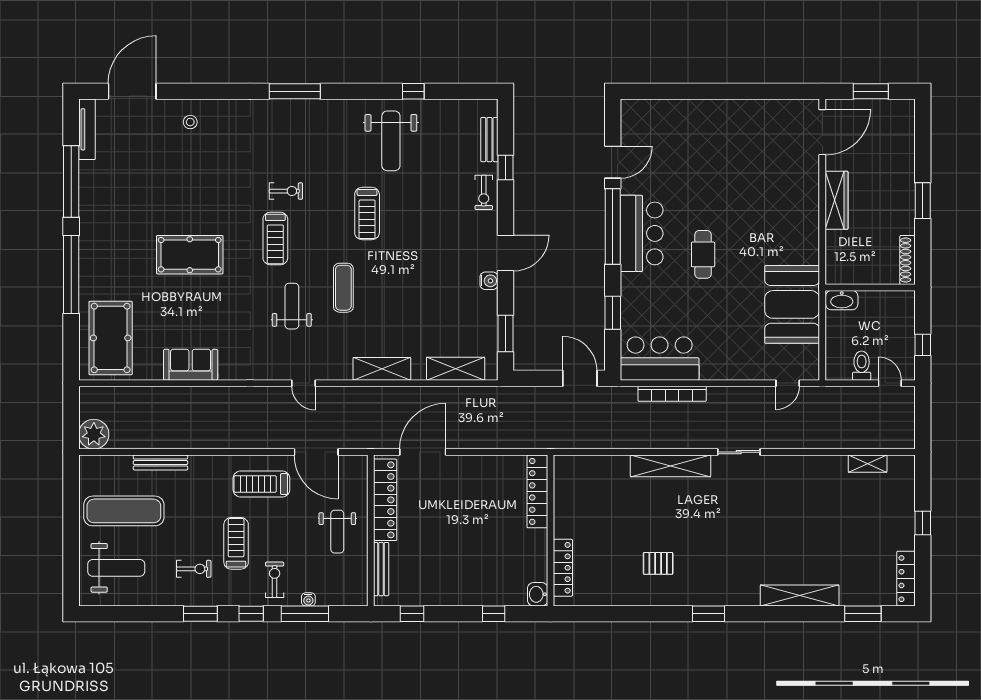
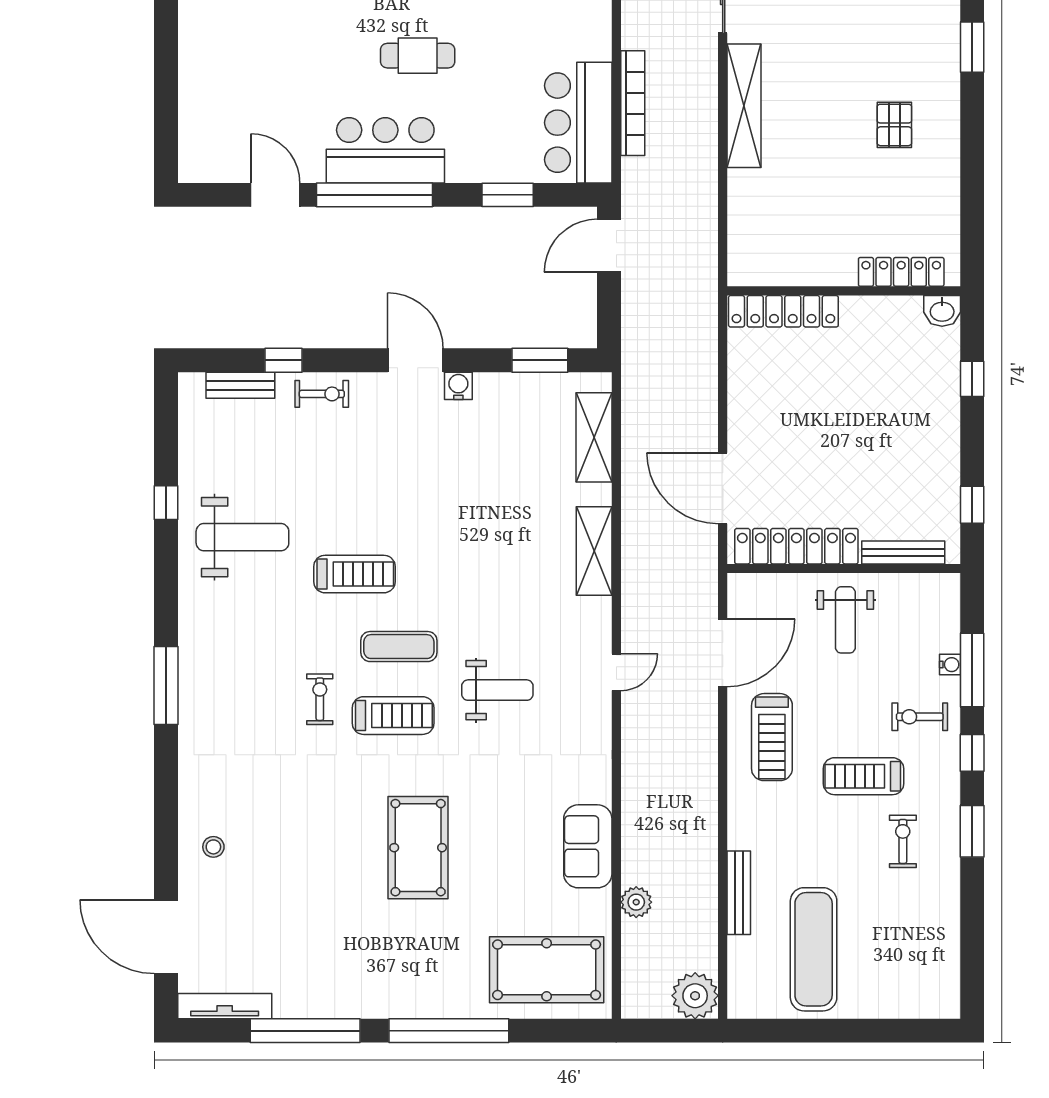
exercise mat: (343, 288) -> (399, 647), moved
weight bench: (292, 306) -> (497, 690), turned 180
plant: (154, 396) -> (636, 902), added
weight bench: (337, 532) -> (845, 620), turned 90
weight bench: (116, 568) -> (901, 961), removed

